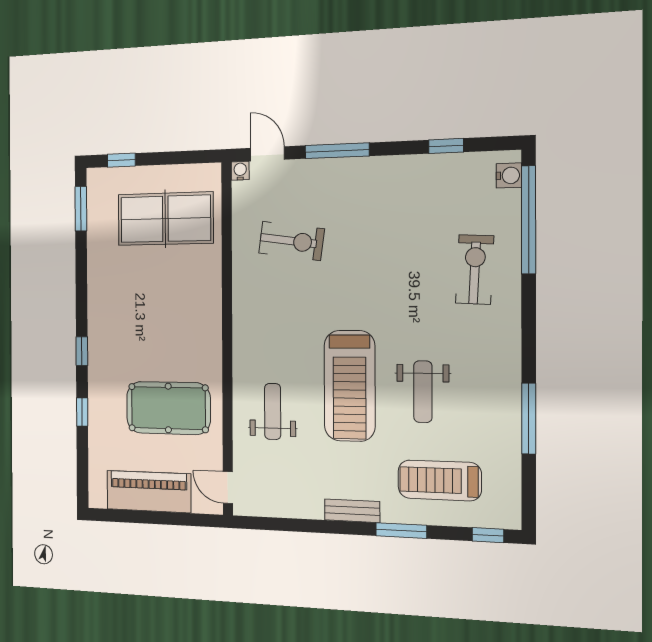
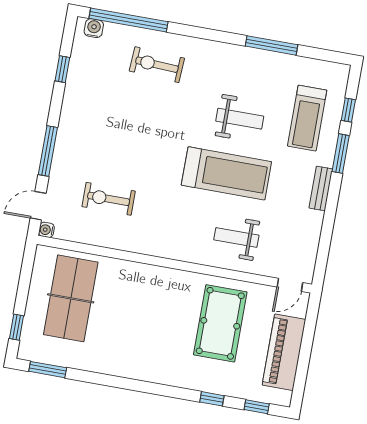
exercise bike: (291, 241) -> (109, 199), turned -98
window: (82, 351) -> (257, 407), moved
window: (488, 535) -> (348, 110), moved

